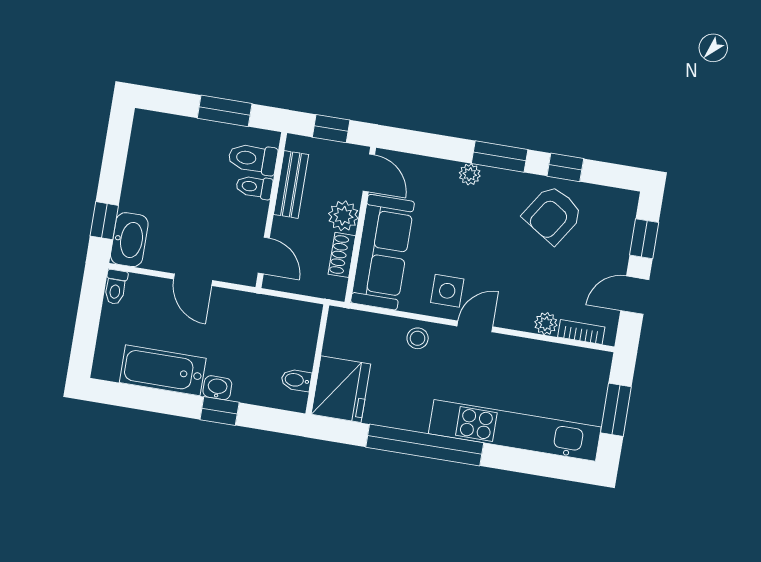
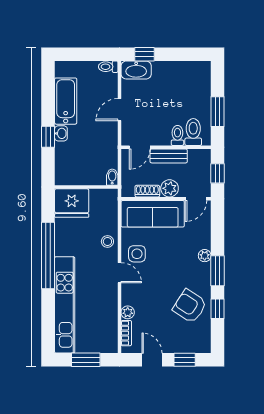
bench: (291, 184) -> (169, 156), moved
bidet: (296, 380) -> (112, 177), moved

